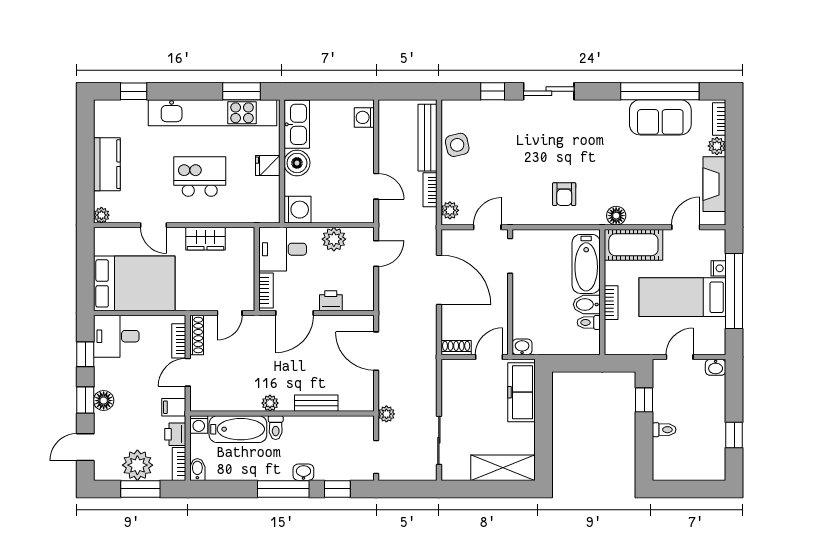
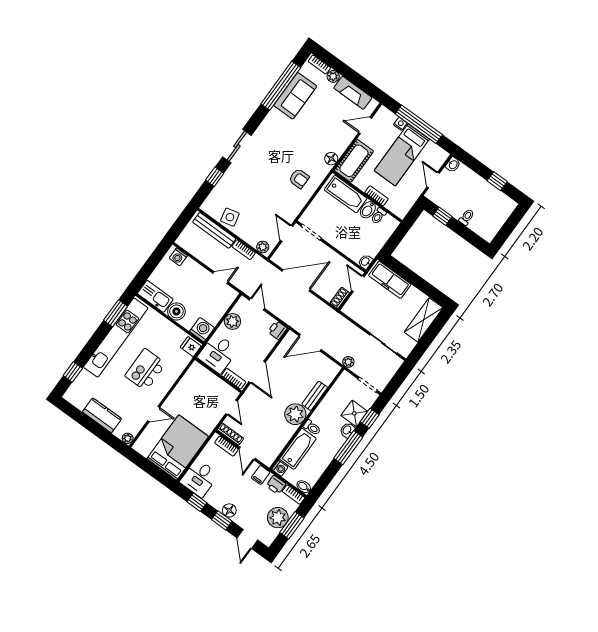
fridge: (268, 166) -> (191, 347), moved, turned 90
door: (686, 227) -> (365, 125), hinge flipped
wardrobe: (206, 239) -> (181, 391), removed
printer: (331, 301) -> (277, 330), moved
plant: (270, 403) -> (295, 414), width x1.87, depth x1.87
shower: (330, 466) -> (354, 413), added

